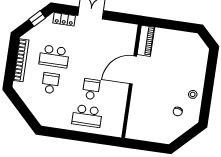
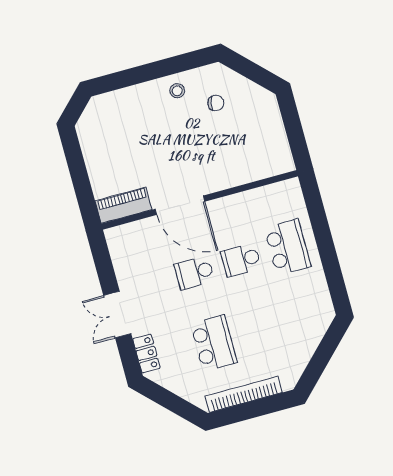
window: (37, 19) -> (164, 398), removed
school desk: (50, 83) -> (195, 273), moved

